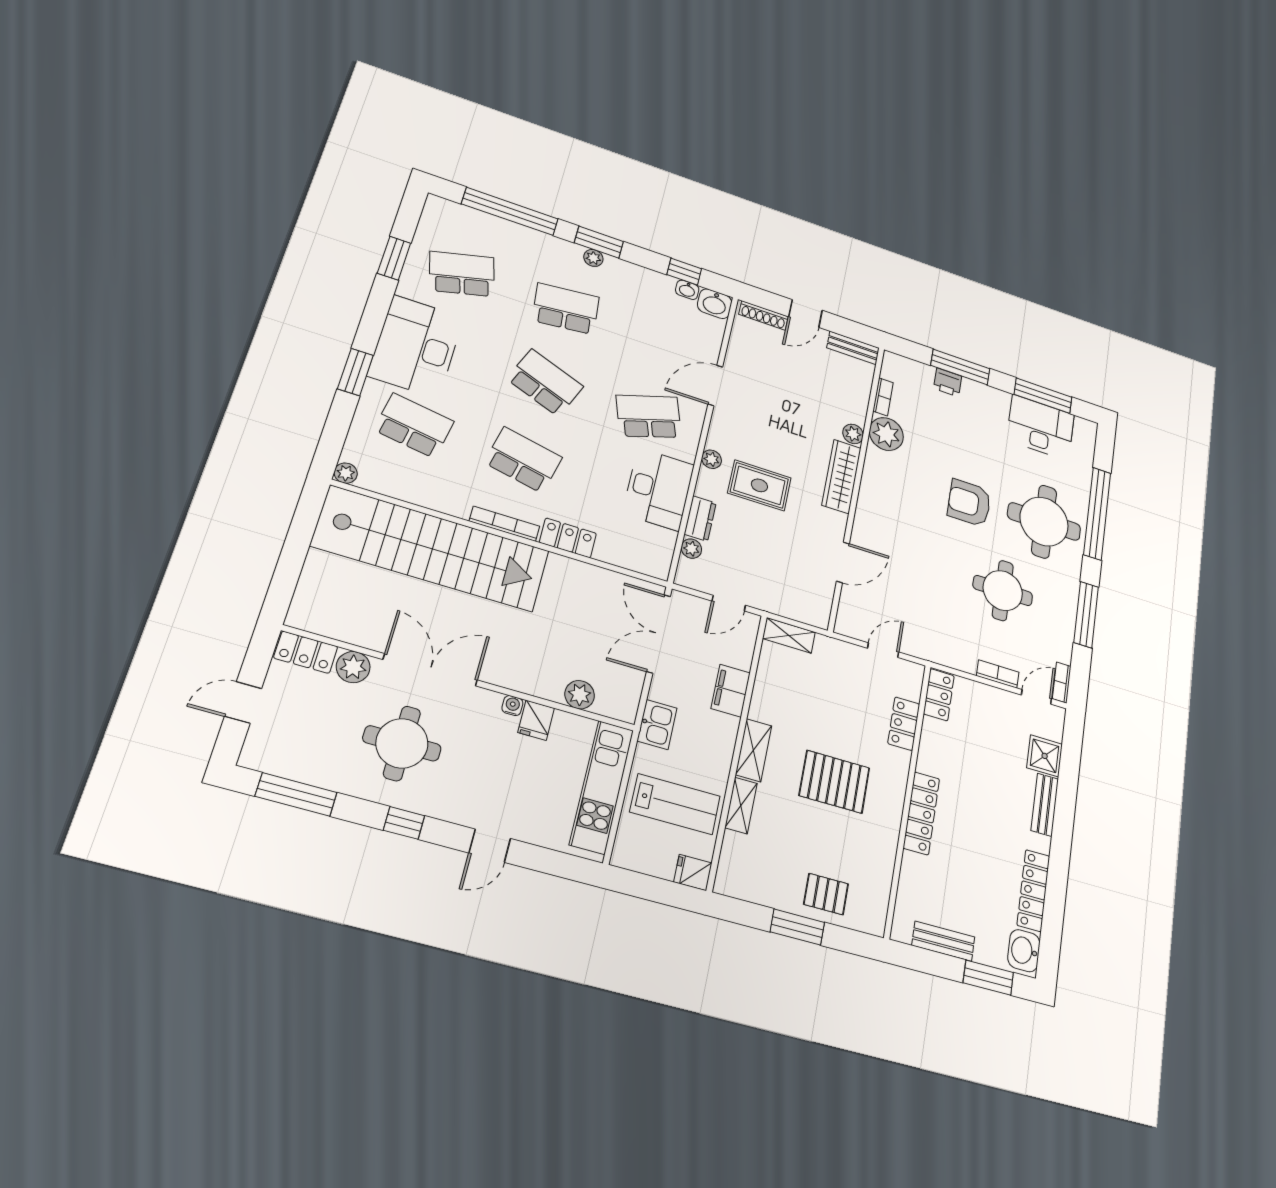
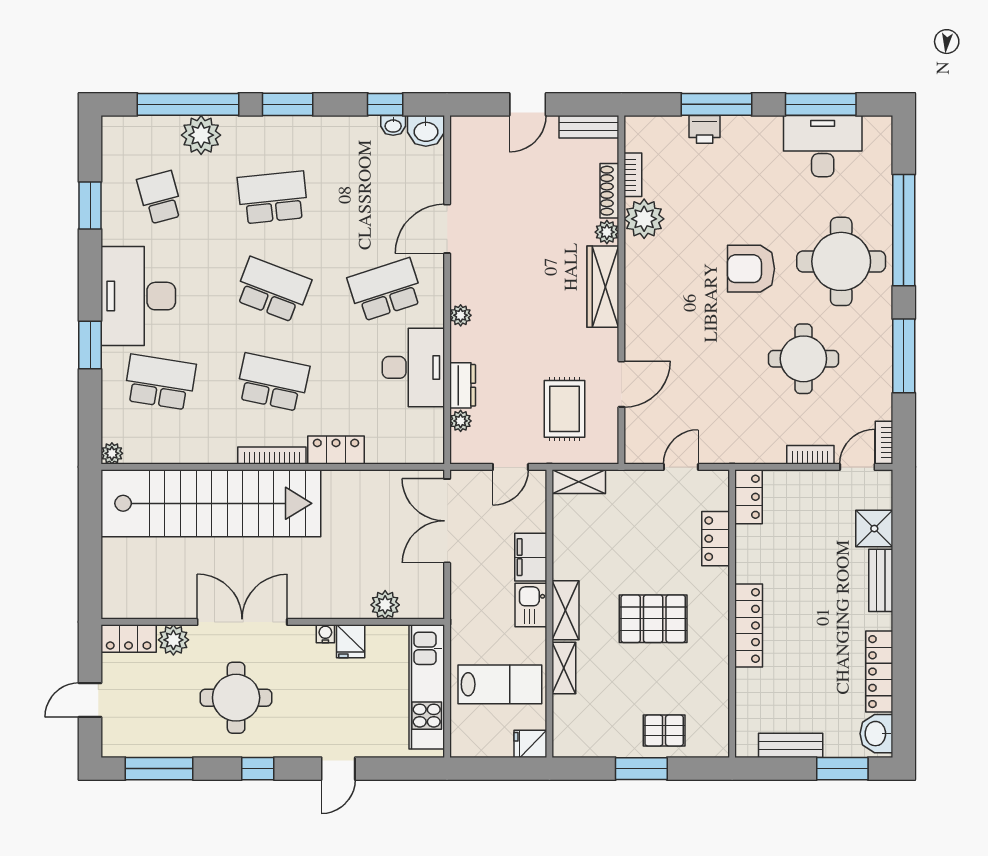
plant: (593, 258) -> (201, 135), moved, width x1.88, depth x1.88
school desk: (462, 274) -> (160, 197), width x0.54
shoe rack: (763, 315) -> (609, 191), moved, turned 90
rug: (759, 485) -> (565, 409), moved, turned 90
kitchen sink: (657, 724) -> (531, 605), moved, turned 180

